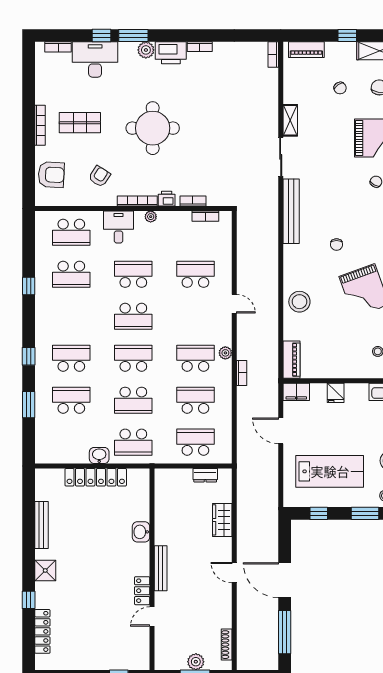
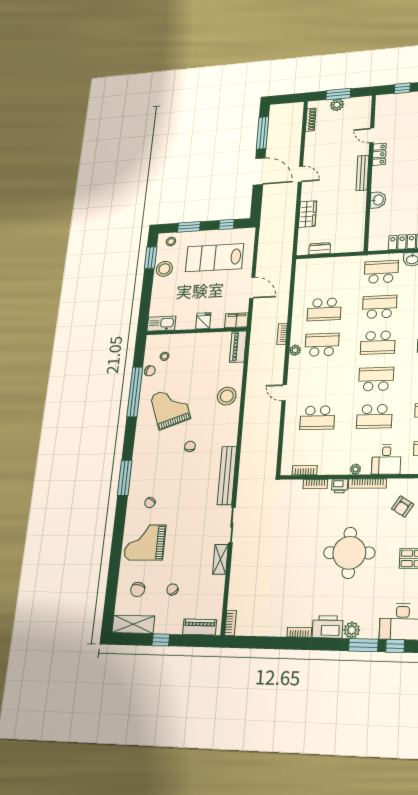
school desk: (195, 358) -> (322, 345), turned 180
school desk: (195, 442) -> (326, 275), removed
door: (152, 617) -> (372, 135), swing flipped

